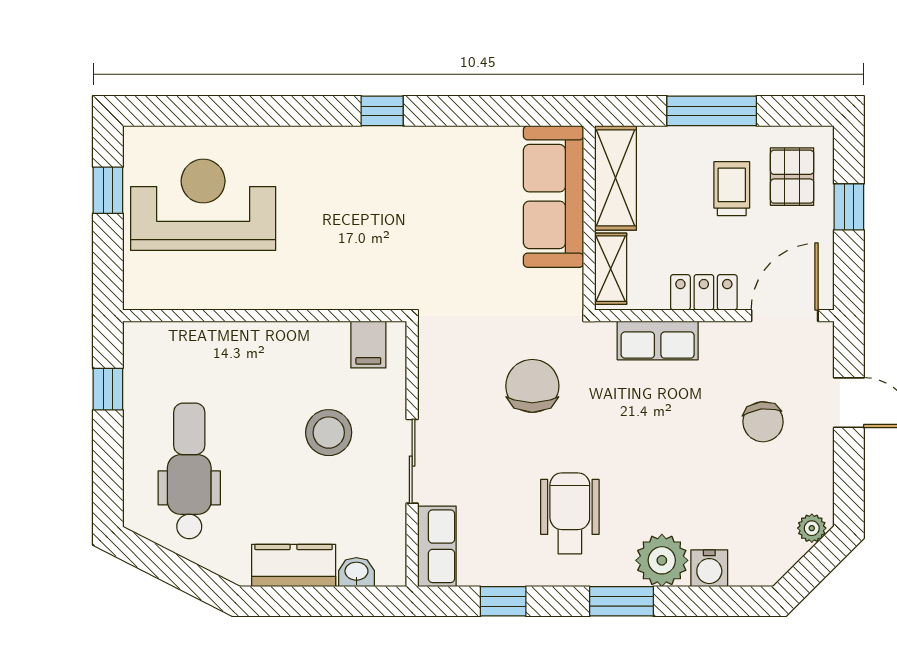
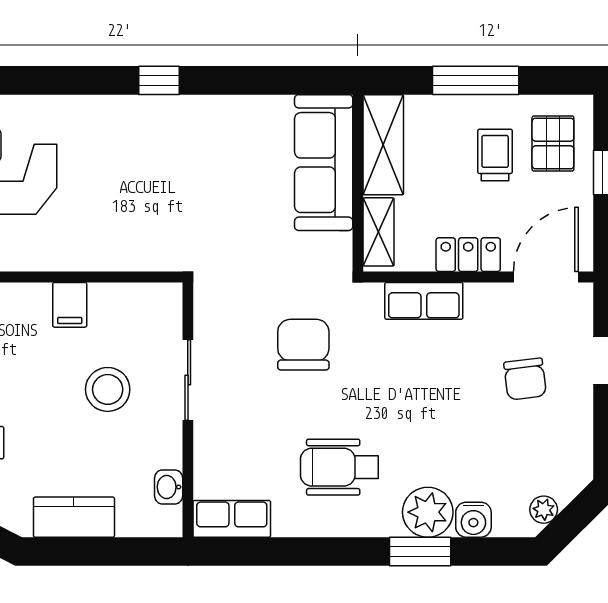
filing cabinet: (368, 344) -> (70, 305), moved
sliding door: (412, 461) -> (188, 380), moved
wheelchair: (570, 513) -> (339, 467), turned -90
plant: (812, 528) -> (544, 510), moved
row of seats: (437, 546) -> (232, 519), moved, turned -90
washbasin: (356, 572) -> (169, 487), moved, turned -90
window: (503, 601) -> (275, 552), removed
window: (622, 601) -> (420, 552), moved

